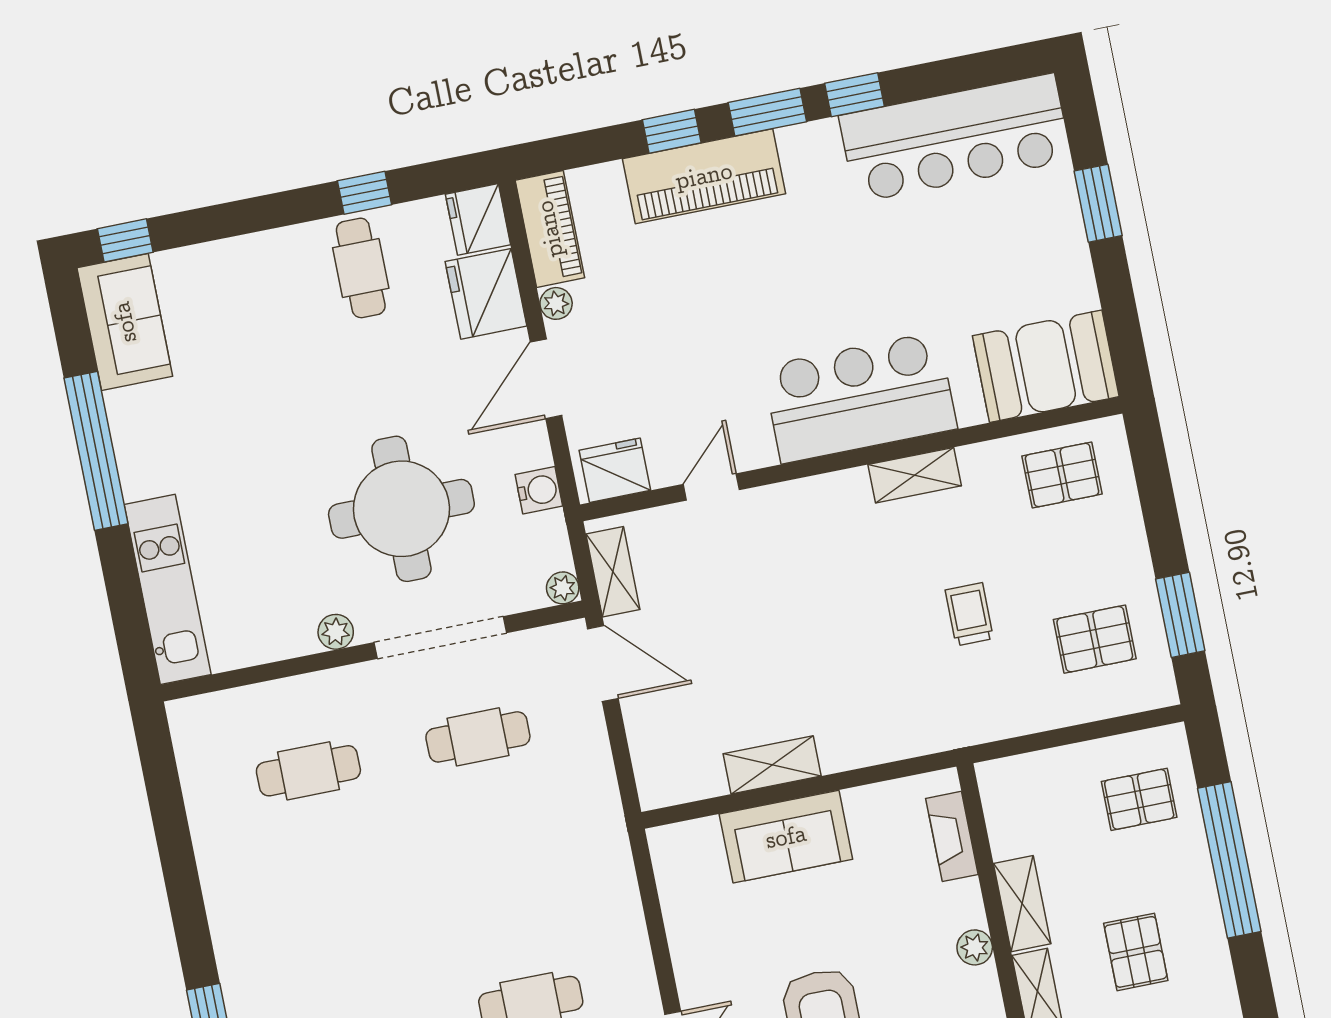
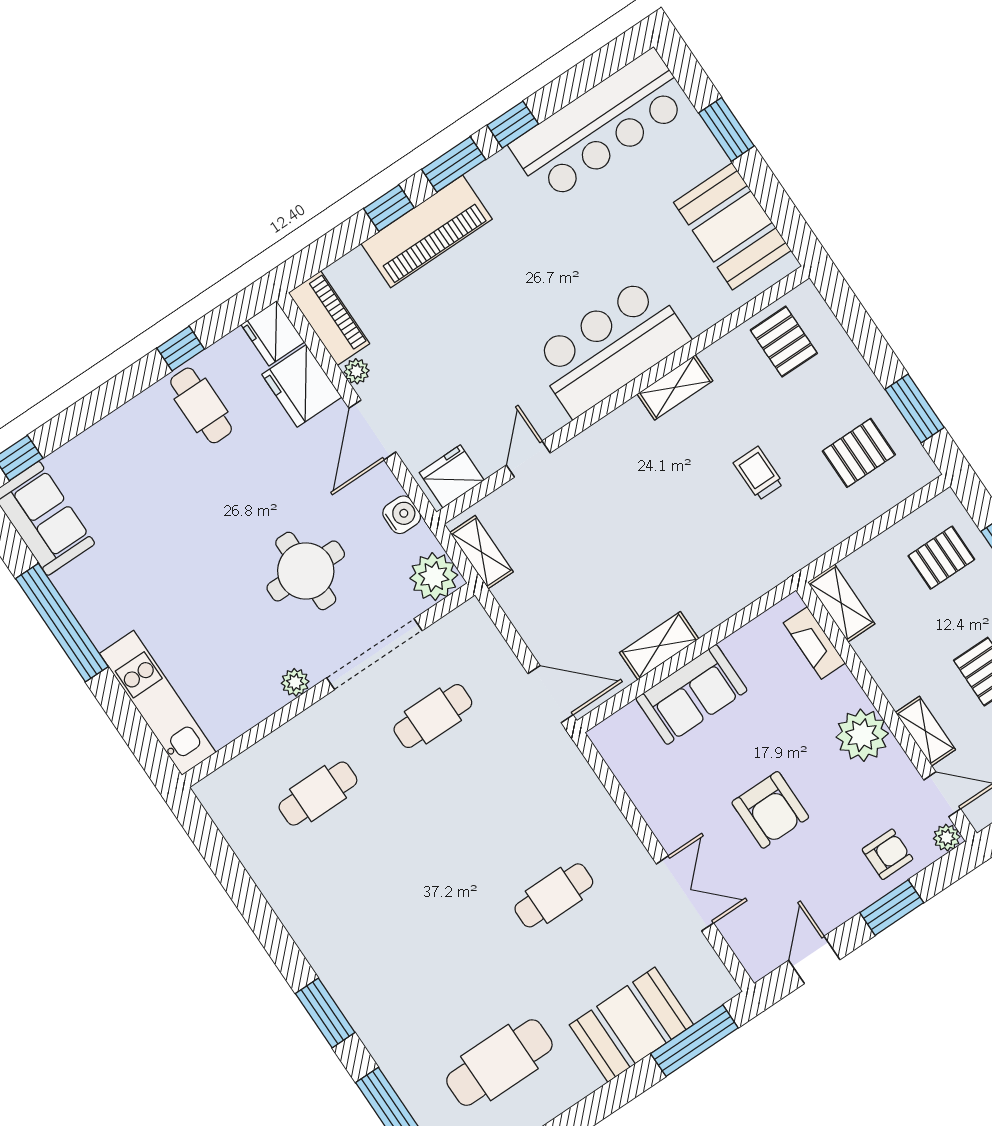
booth: (1046, 366) -> (732, 226), moved, turned 90
pallet: (1062, 475) -> (784, 342), turned 90
round table: (401, 509) -> (306, 571), width x0.73, depth x0.73
plant: (563, 588) -> (434, 577), width x1.87, depth x1.87
door: (603, 664) -> (551, 694), moved
shelving: (1022, 904) -> (841, 603), moved
plant: (975, 947) -> (862, 735), width x1.88, depth x1.88

